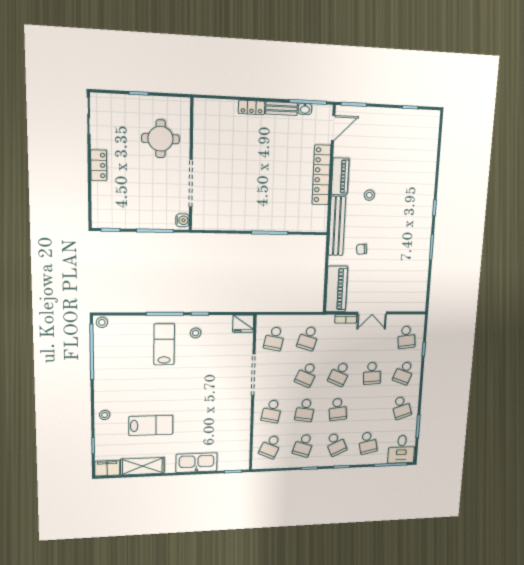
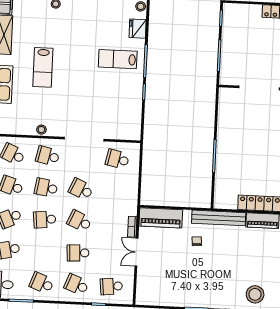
stool: (369, 195) -> (255, 294), moved, width x1.89, depth x1.89
water cooler: (182, 220) -> (227, 79), removed
fridge: (243, 324) -> (138, 29), moved
stool: (196, 333) -> (41, 130), moved
school desk: (308, 338) -> (116, 191), removed
lab bench: (164, 344) -> (118, 59), turned 180
school desk: (401, 407) -> (42, 283), turned 39
lab bench: (151, 425) -> (43, 67), moved

